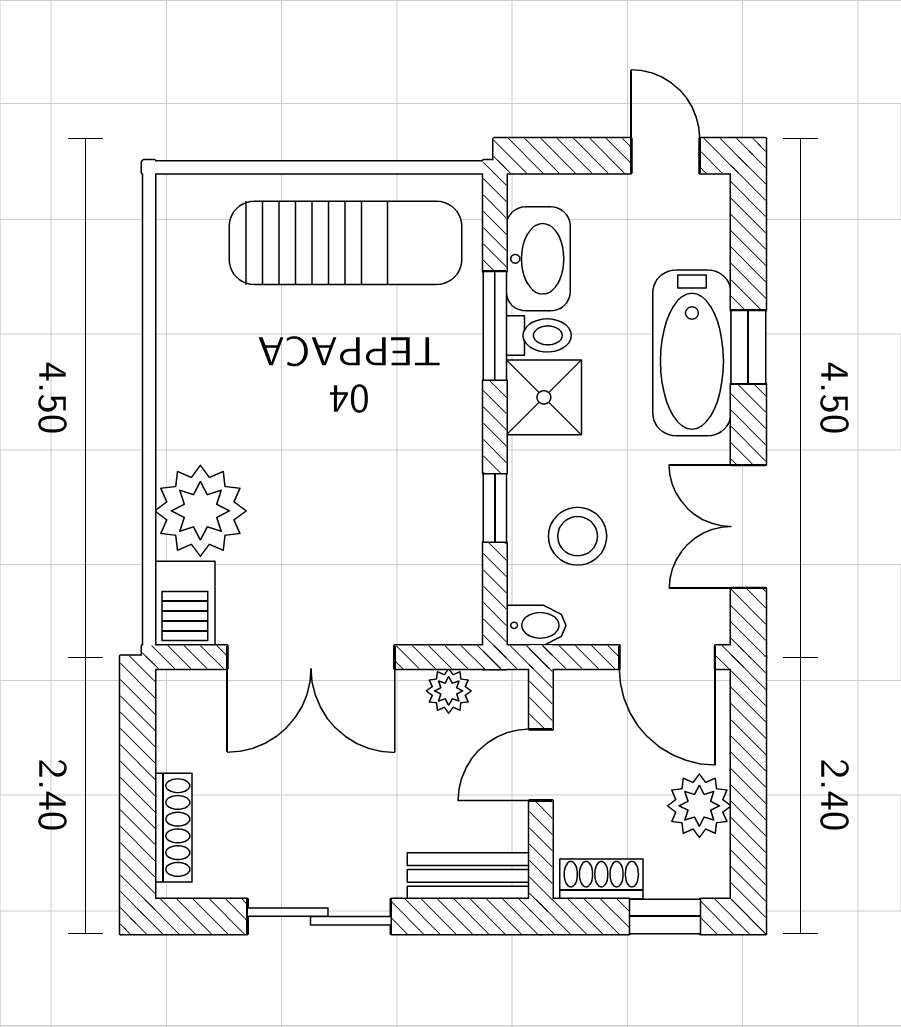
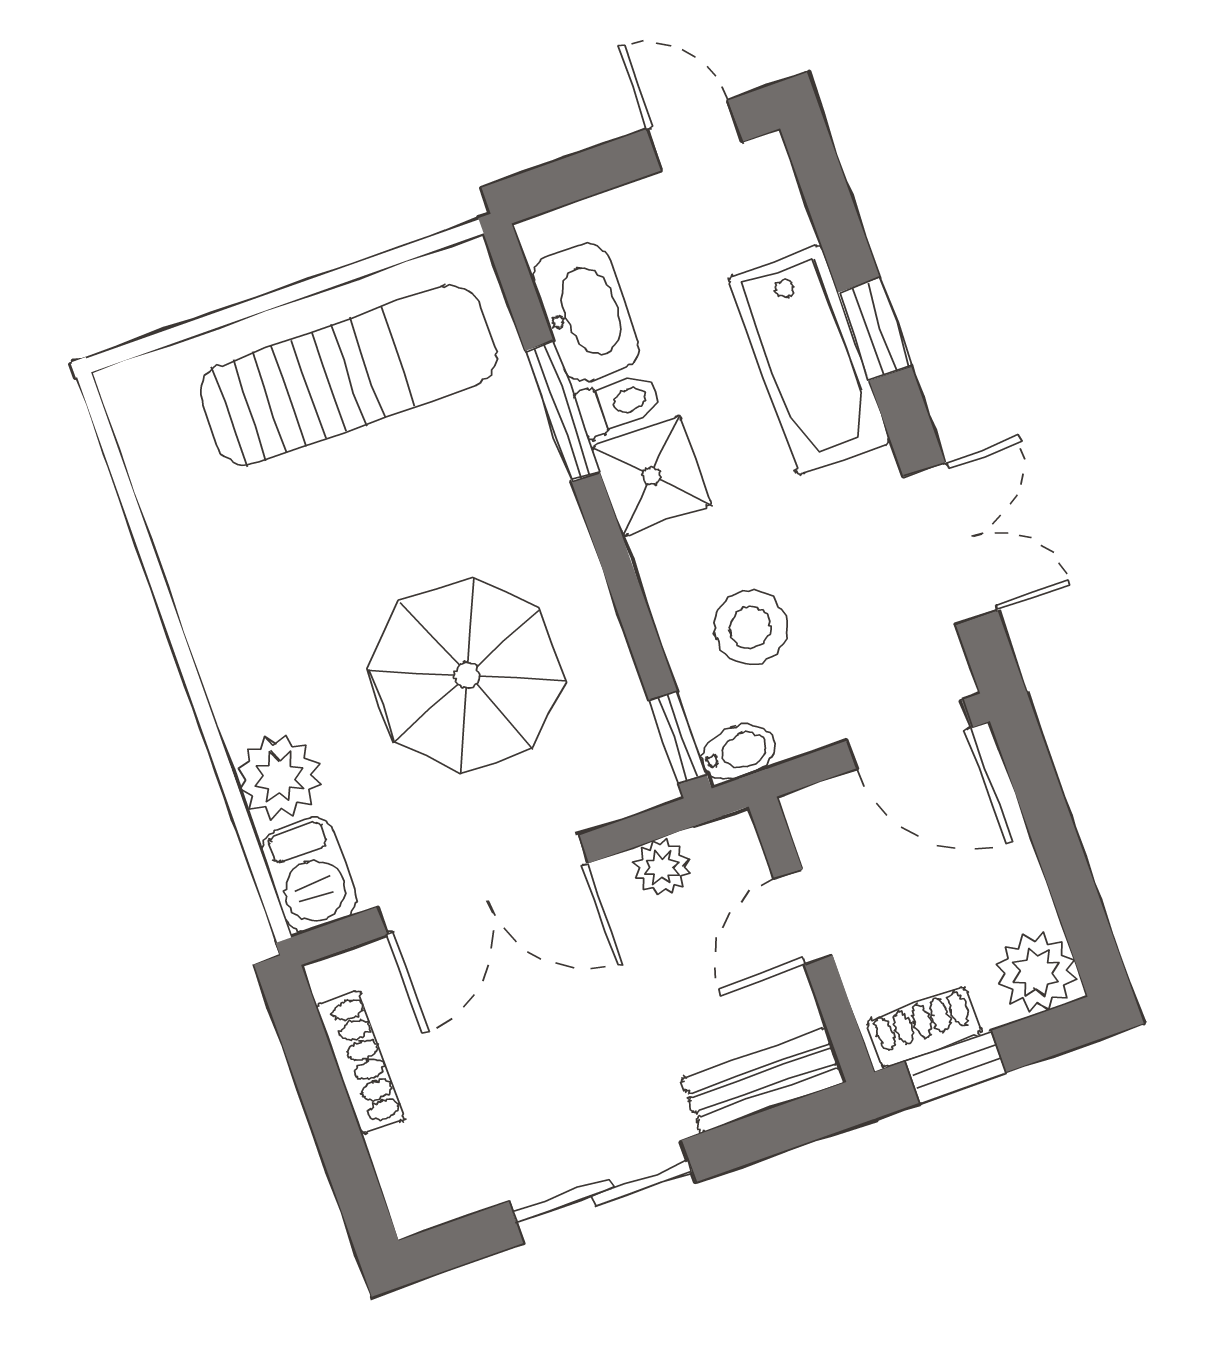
parasol: (354, 497) -> (467, 675), added
window: (495, 508) -> (678, 737), moved
plant: (200, 511) -> (279, 777), width x0.73, depth x0.73
double door: (748, 527) -> (951, 544), swing flipped
plant: (699, 806) -> (1036, 972), moved
shoe rack: (173, 828) -> (360, 1062), moved
window: (665, 916) -> (955, 1067), moved

